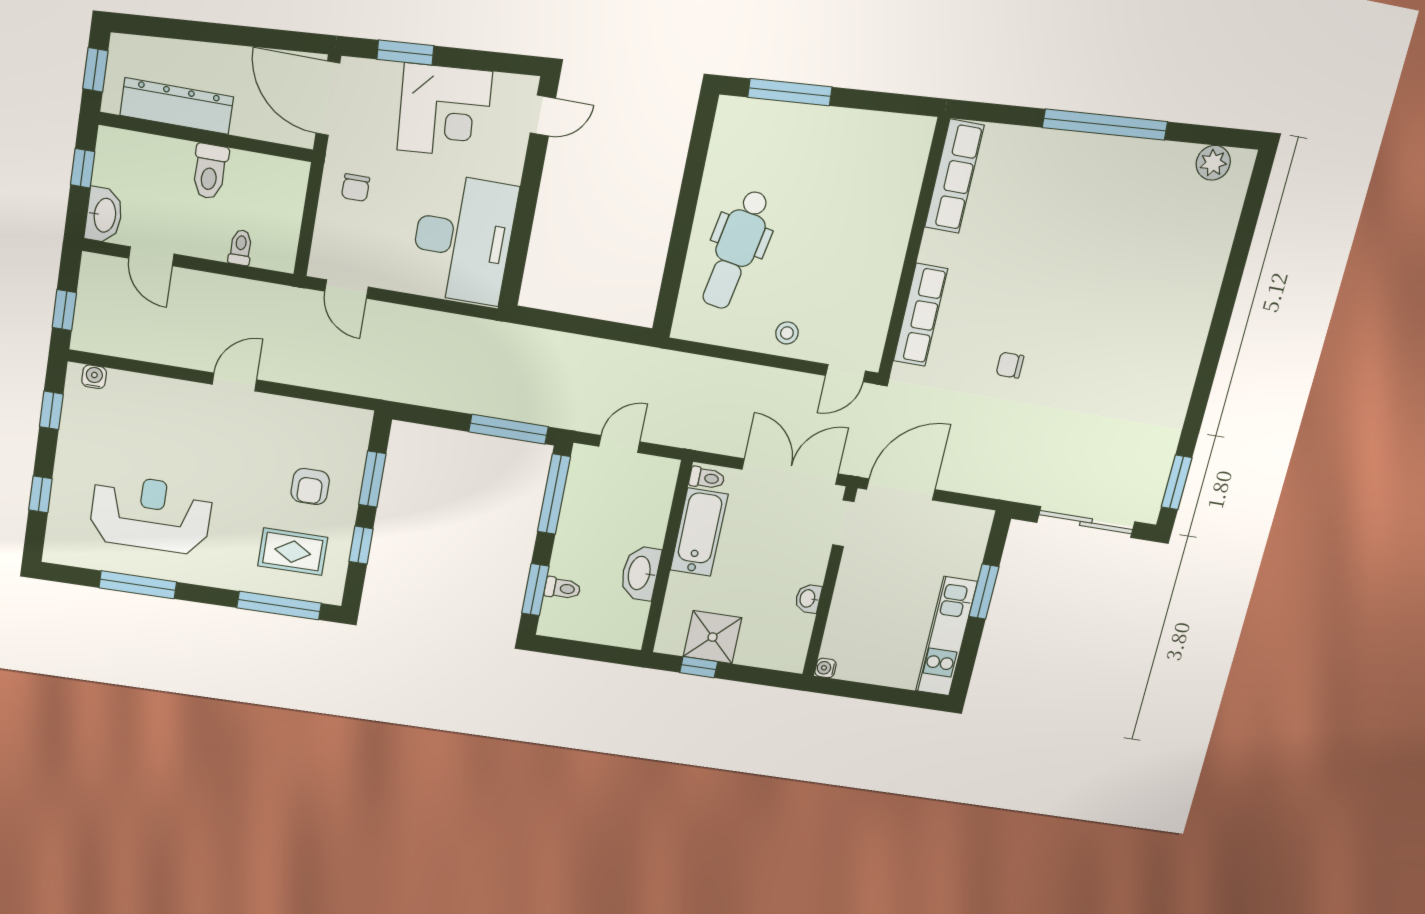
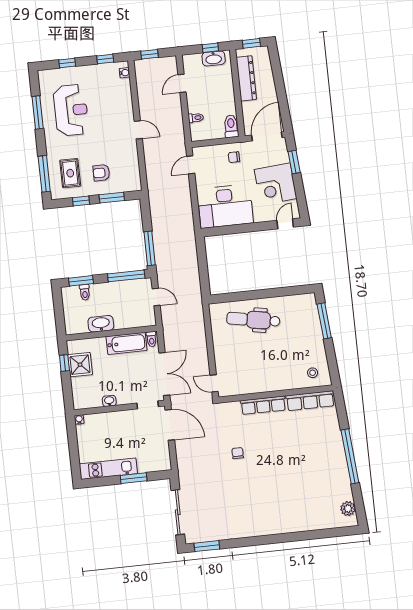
door: (543, 116) -> (285, 224), swing flipped
toilet: (210, 171) -> (231, 126), moved, turned 90
washbasin: (104, 215) -> (214, 58), moved
row of seats: (920, 315) -> (263, 405), moved
stool: (787, 333) -> (313, 373), moved

